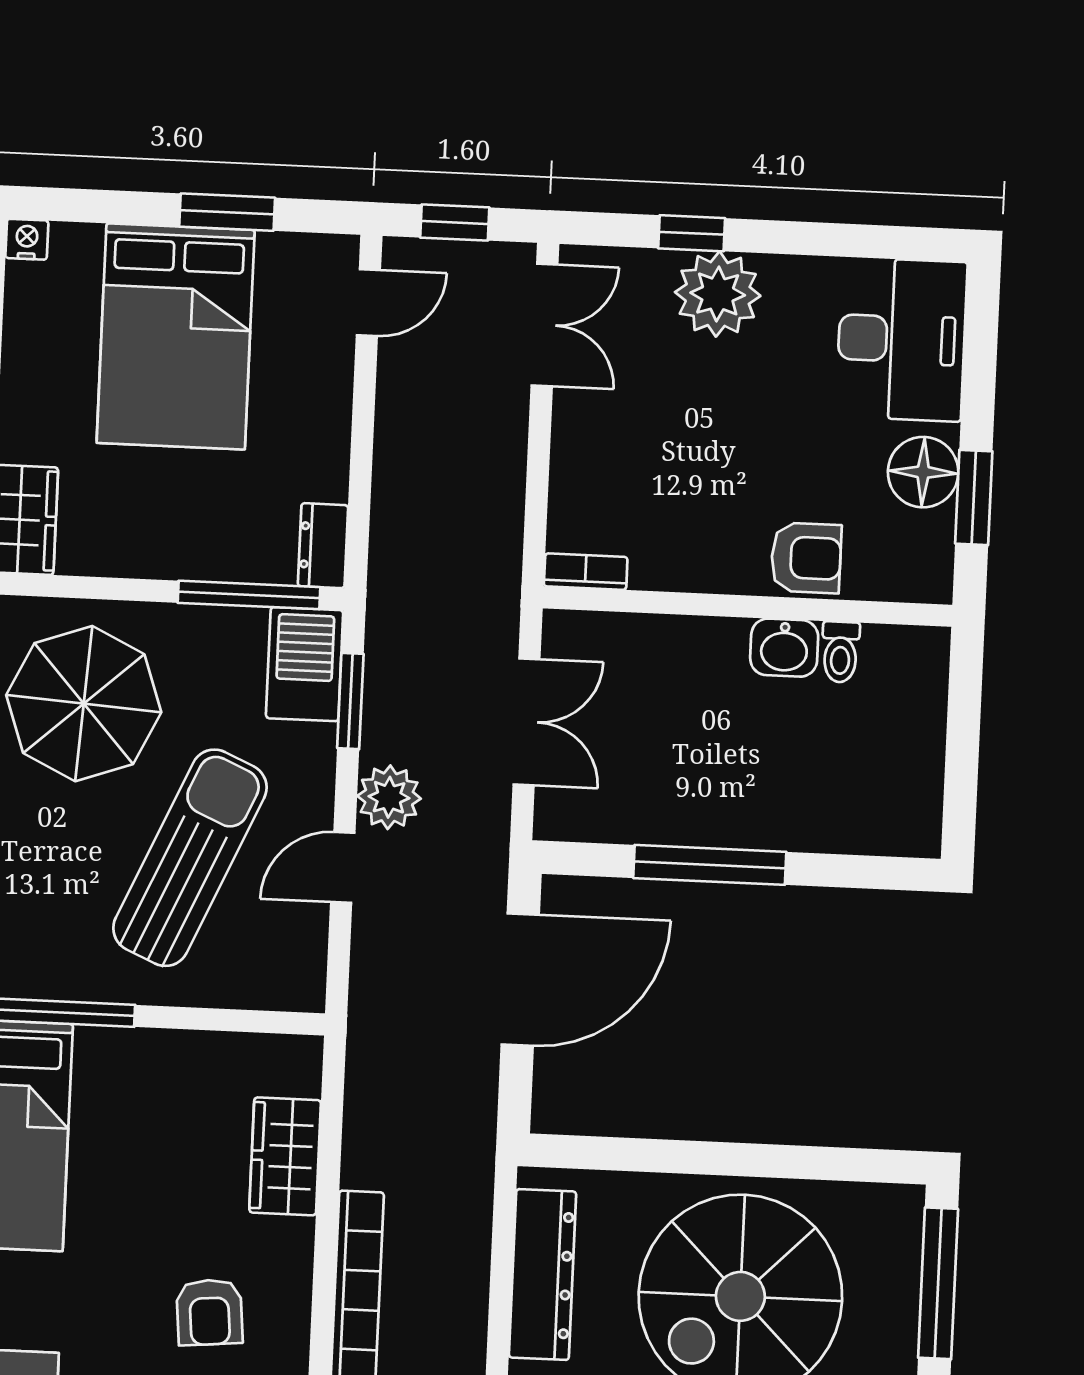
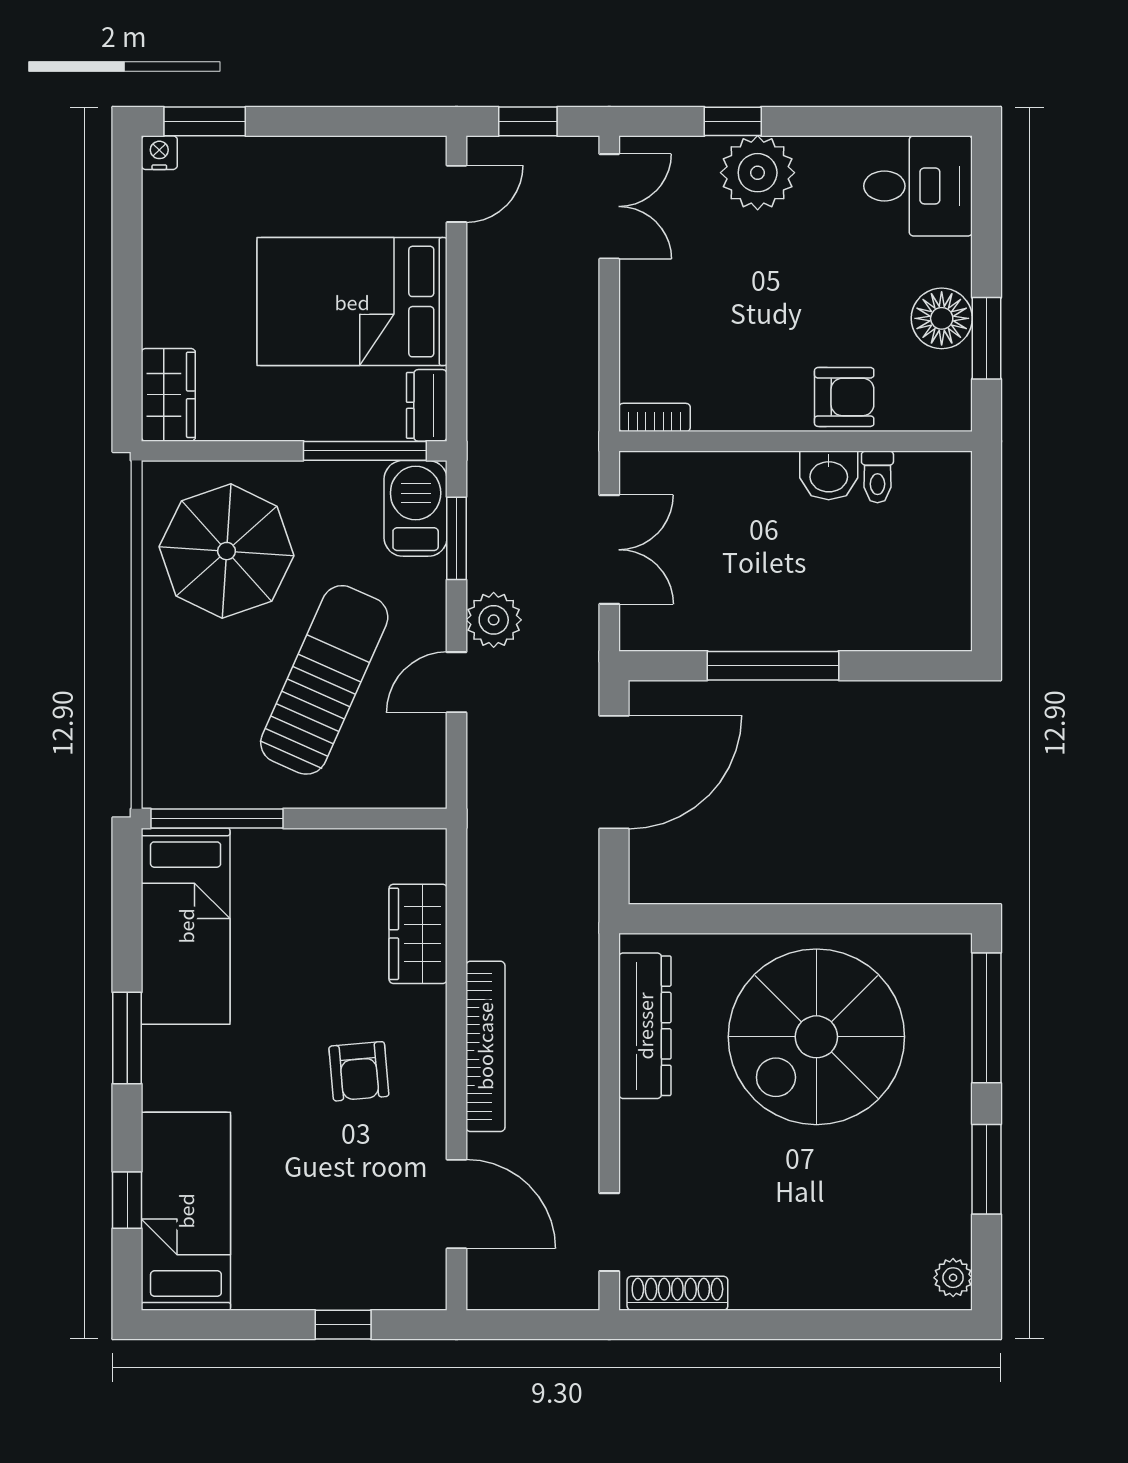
window: (227, 212) -> (205, 121), moved
bed: (176, 336) -> (352, 302), moved, turned 90
desk: (902, 339) -> (918, 186), width x0.73

